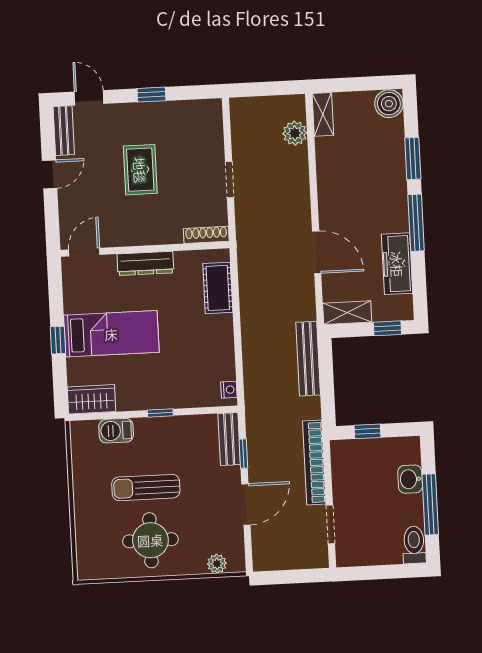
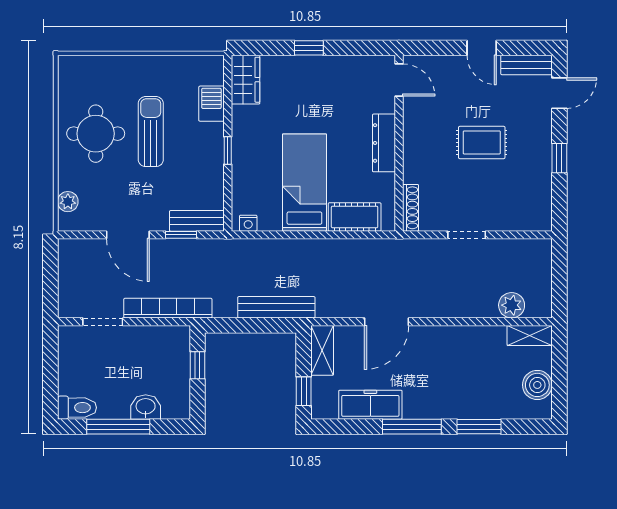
boiler: (389, 104) -> (537, 385), moved
bed: (111, 334) -> (304, 183), moved, turned 180

